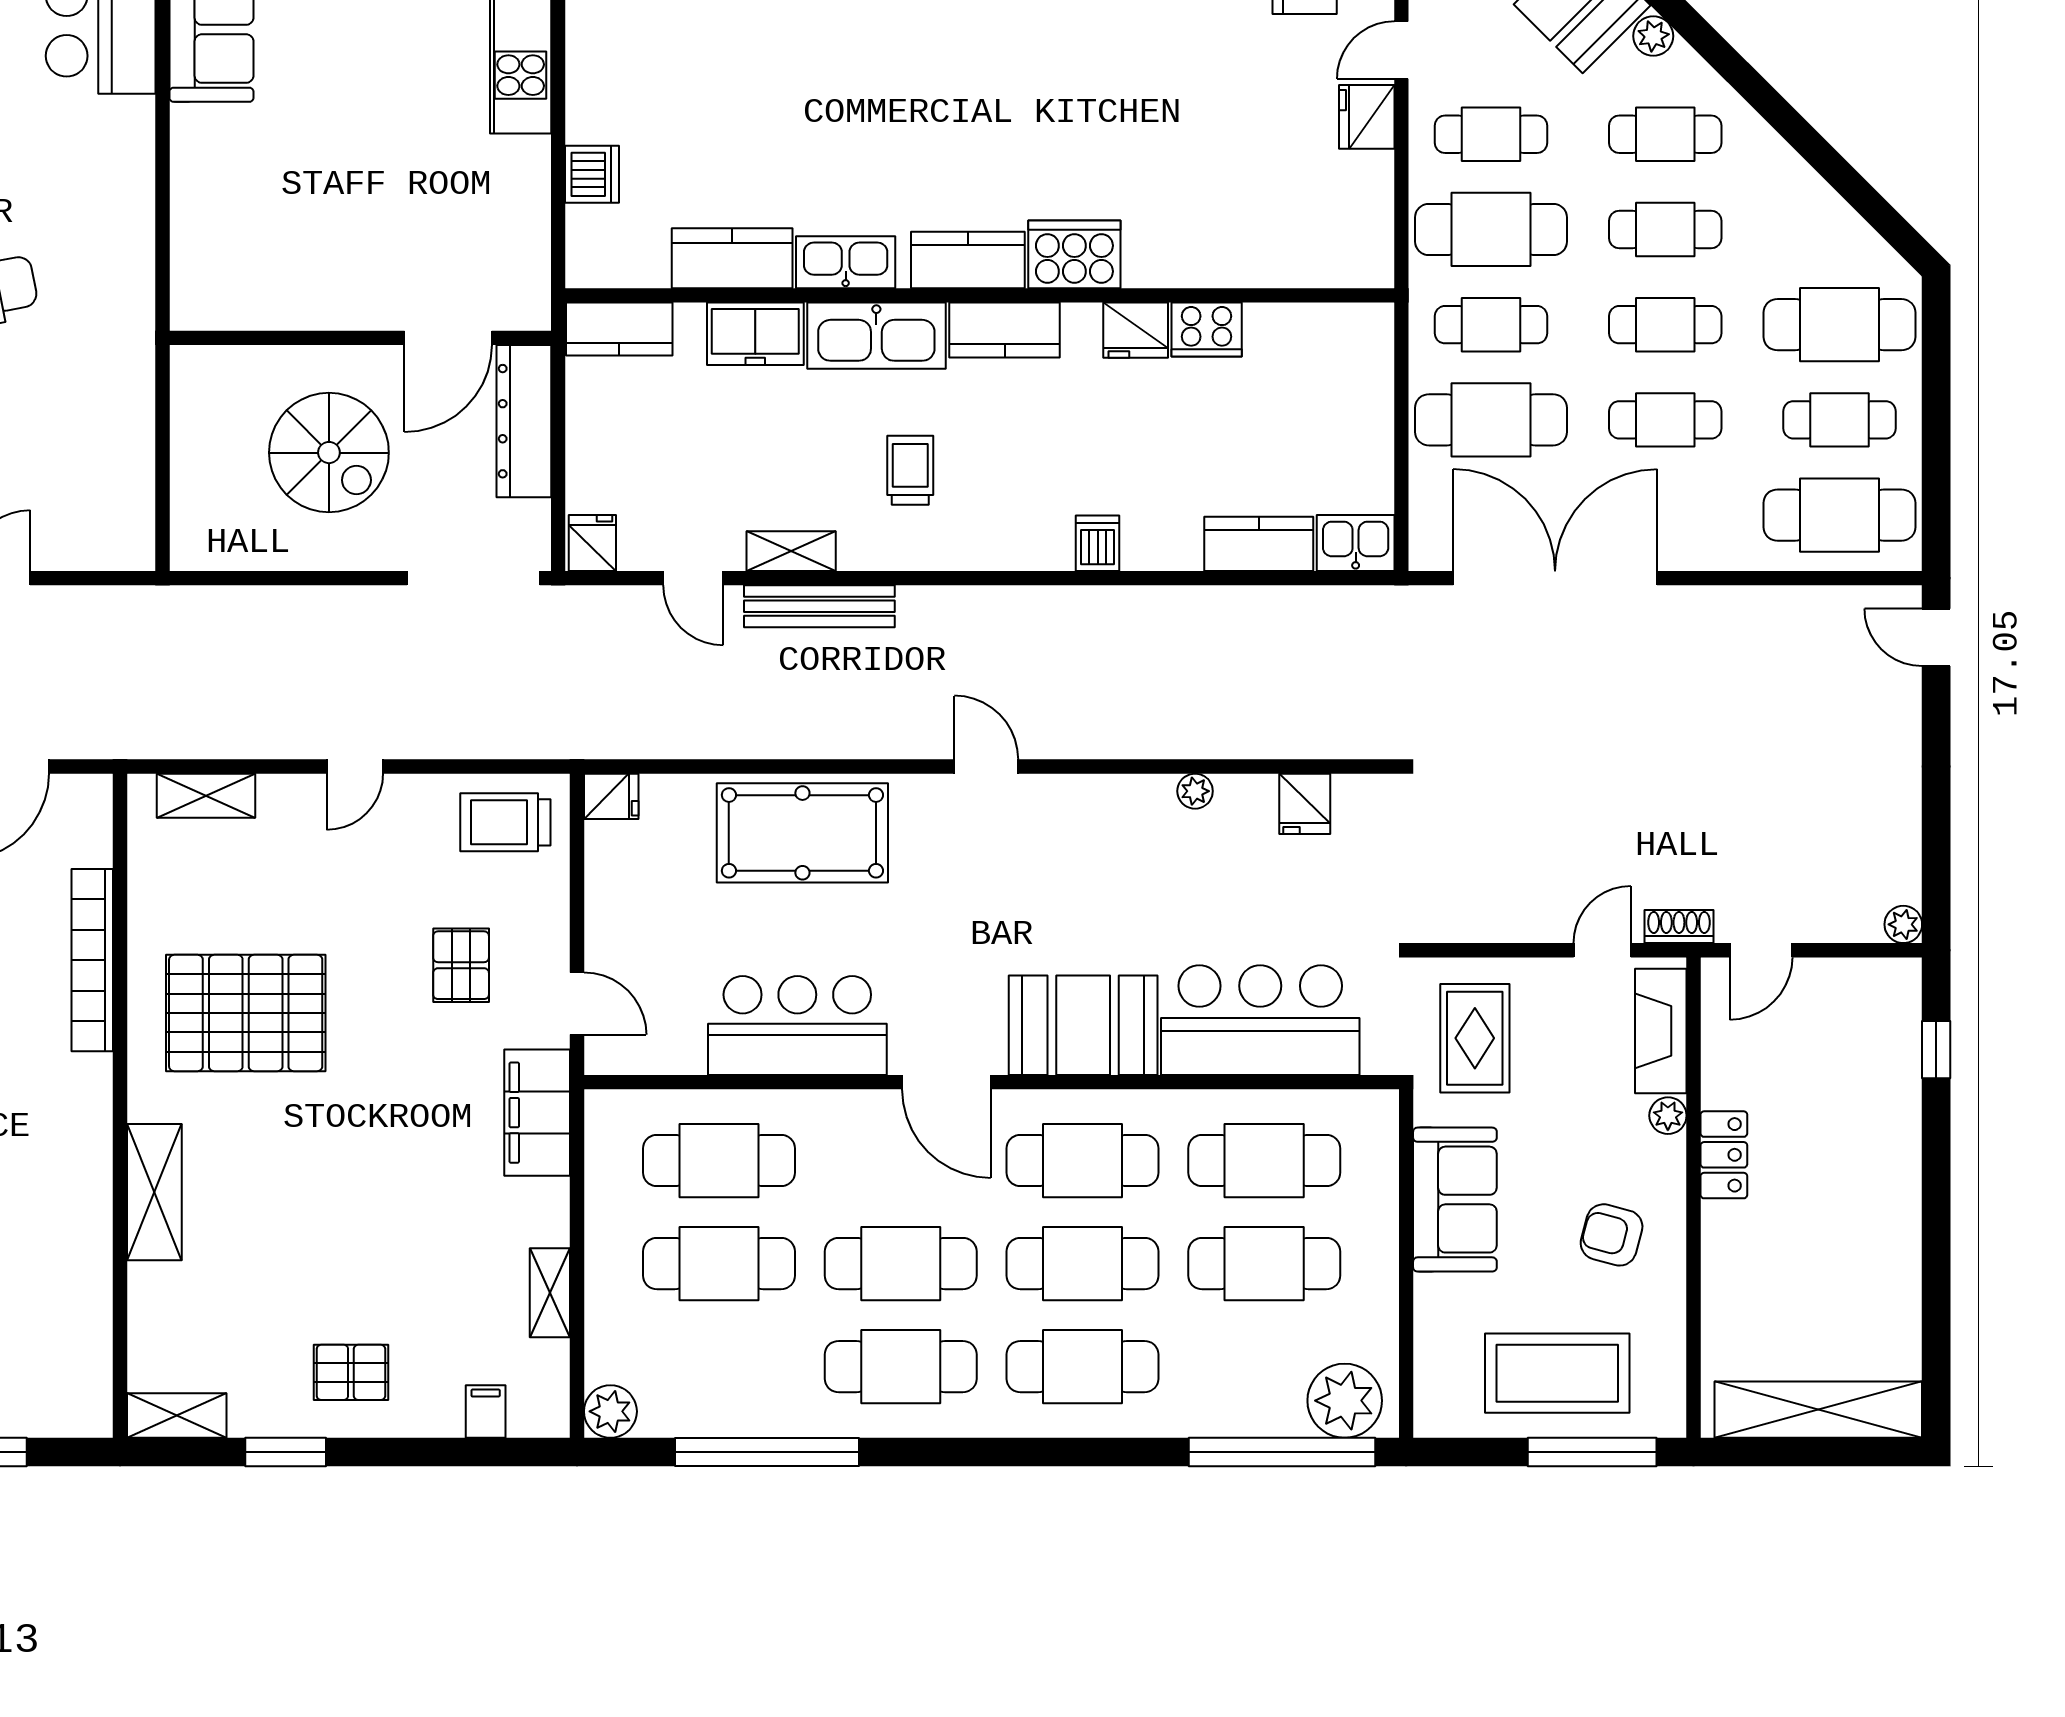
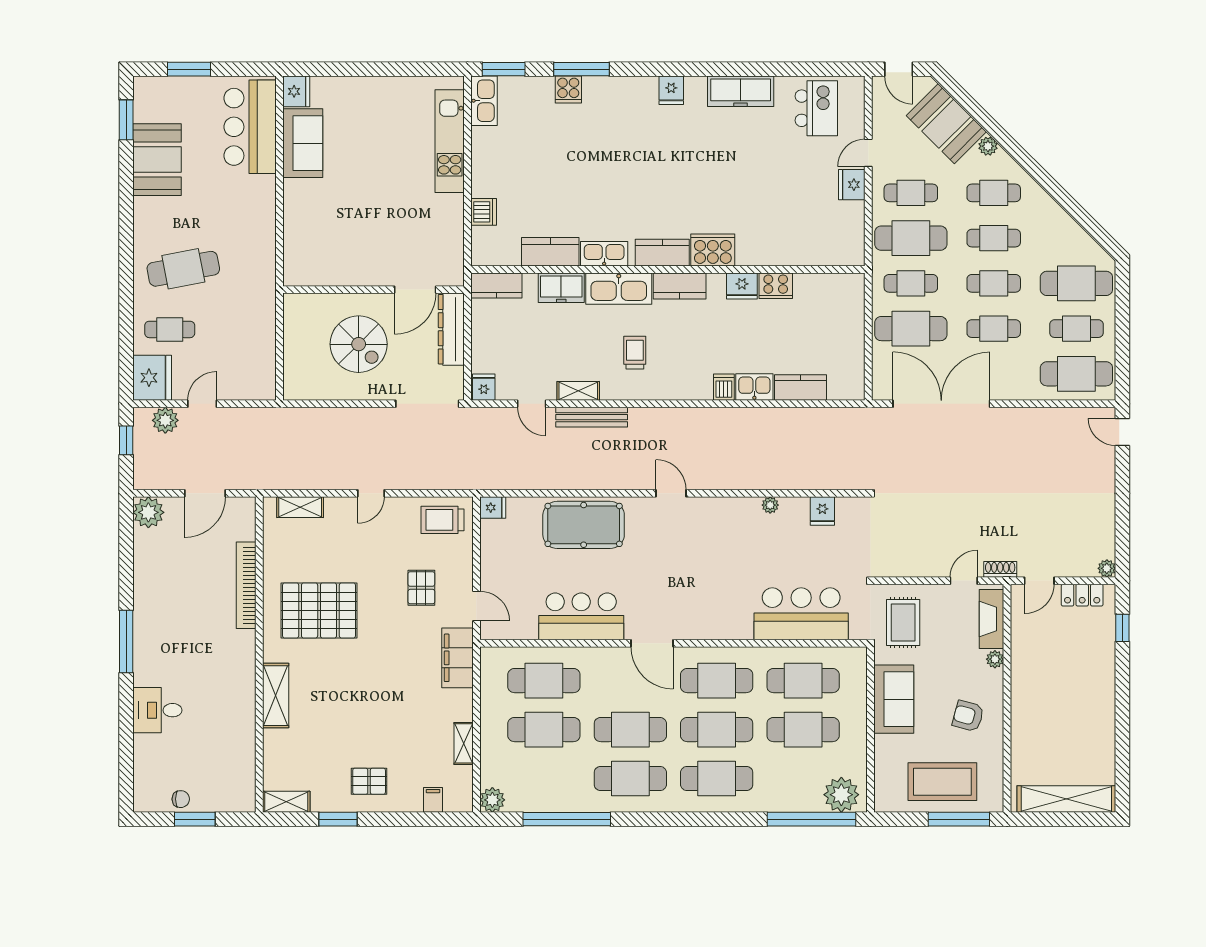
kitchen sink: (1356, 543) -> (754, 387), moved
booth: (1083, 1025) -> (717, 616), removed
locker: (1724, 1155) -> (1082, 595), moved, turned 90

